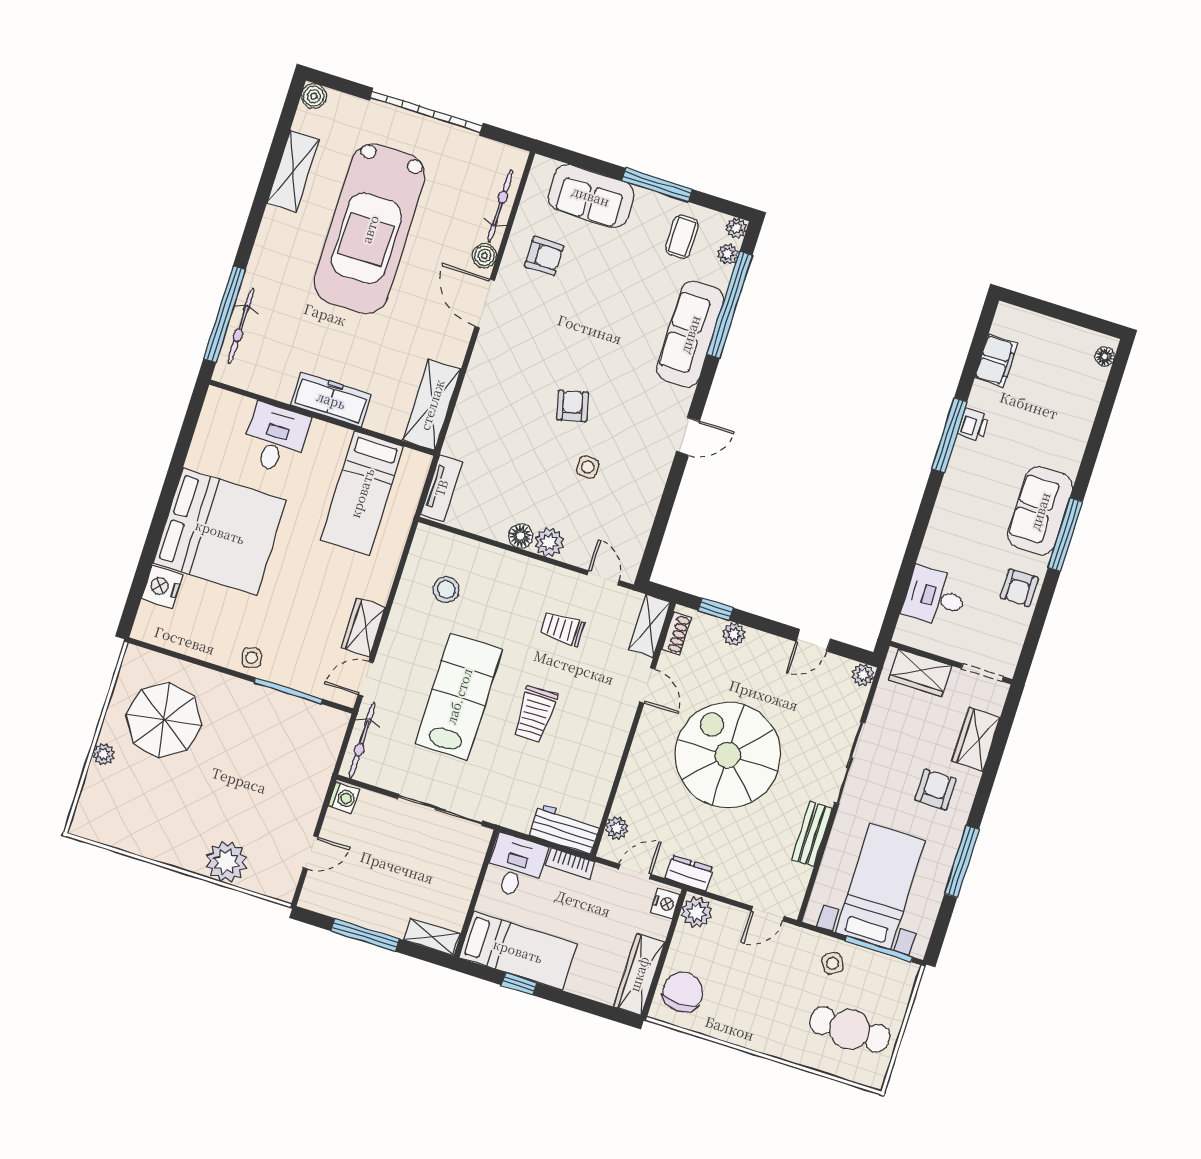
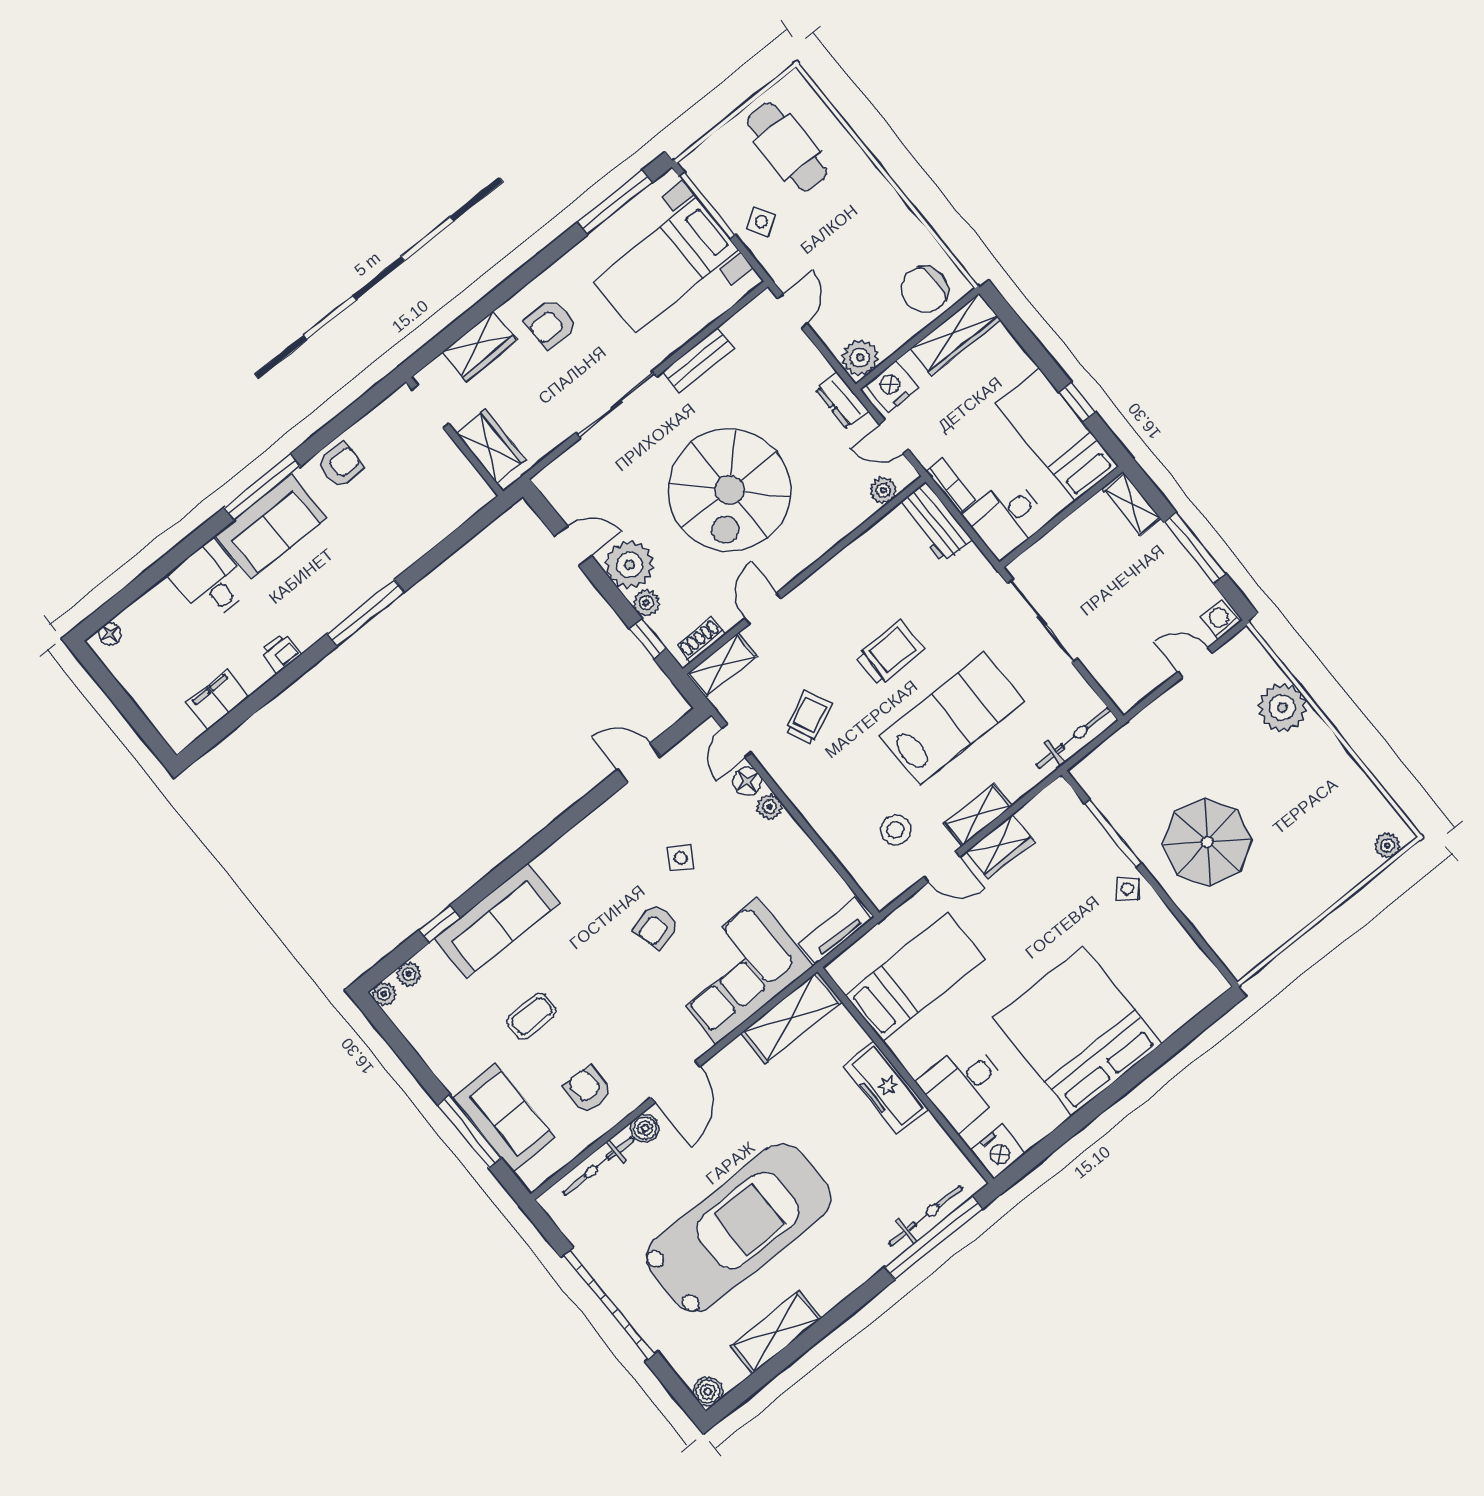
window: (657, 185) -> (470, 1131), moved
coffee table: (682, 237) -> (531, 1016), moved
window: (730, 305) -> (439, 924), width x0.32
corner sofa: (493, 413) -> (737, 971), added
window: (949, 435) -> (365, 613), moved
door: (688, 436) -> (639, 763), moved
side table: (588, 467) -> (680, 858), turned 33
floor lamp: (521, 536) -> (747, 782), moved
plant: (549, 542) -> (770, 807), width x0.73, depth x0.73
nightstand: (162, 587) -> (998, 1152), moved
desk: (935, 597) -> (210, 581), moved, turned 180
trolley: (562, 629) -> (809, 718), turned -115
shelving: (394, 640) -> (978, 815), added
side table: (251, 658) -> (1127, 889), turned -36
plant: (863, 675) -> (629, 565), moved, width x1.87, depth x1.87
door: (366, 679) -> (942, 867), moved
lab bench: (459, 696) -> (952, 719), turned 180
parasol: (164, 720) -> (1207, 842), moved
plant: (103, 754) -> (1387, 845), moved
washing machine: (344, 798) -> (1220, 620), moved
window: (962, 862) -> (615, 202), moved
nightstand: (665, 903) -> (892, 387), width x1.36, depth x1.33
door: (768, 914) -> (792, 311), hinge flipped

